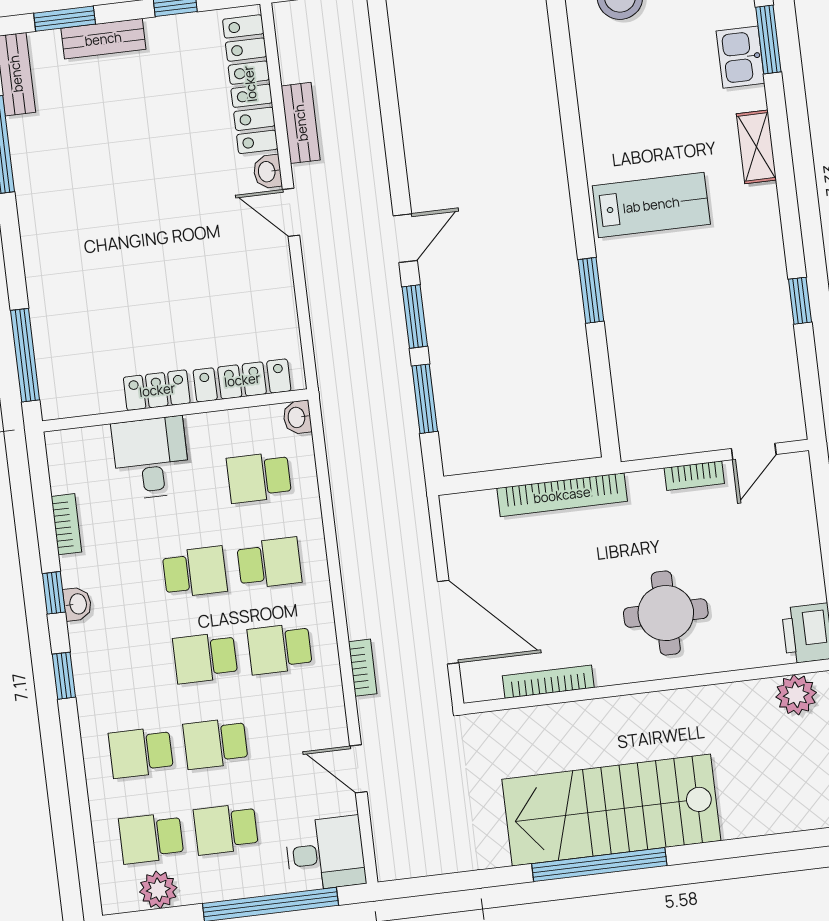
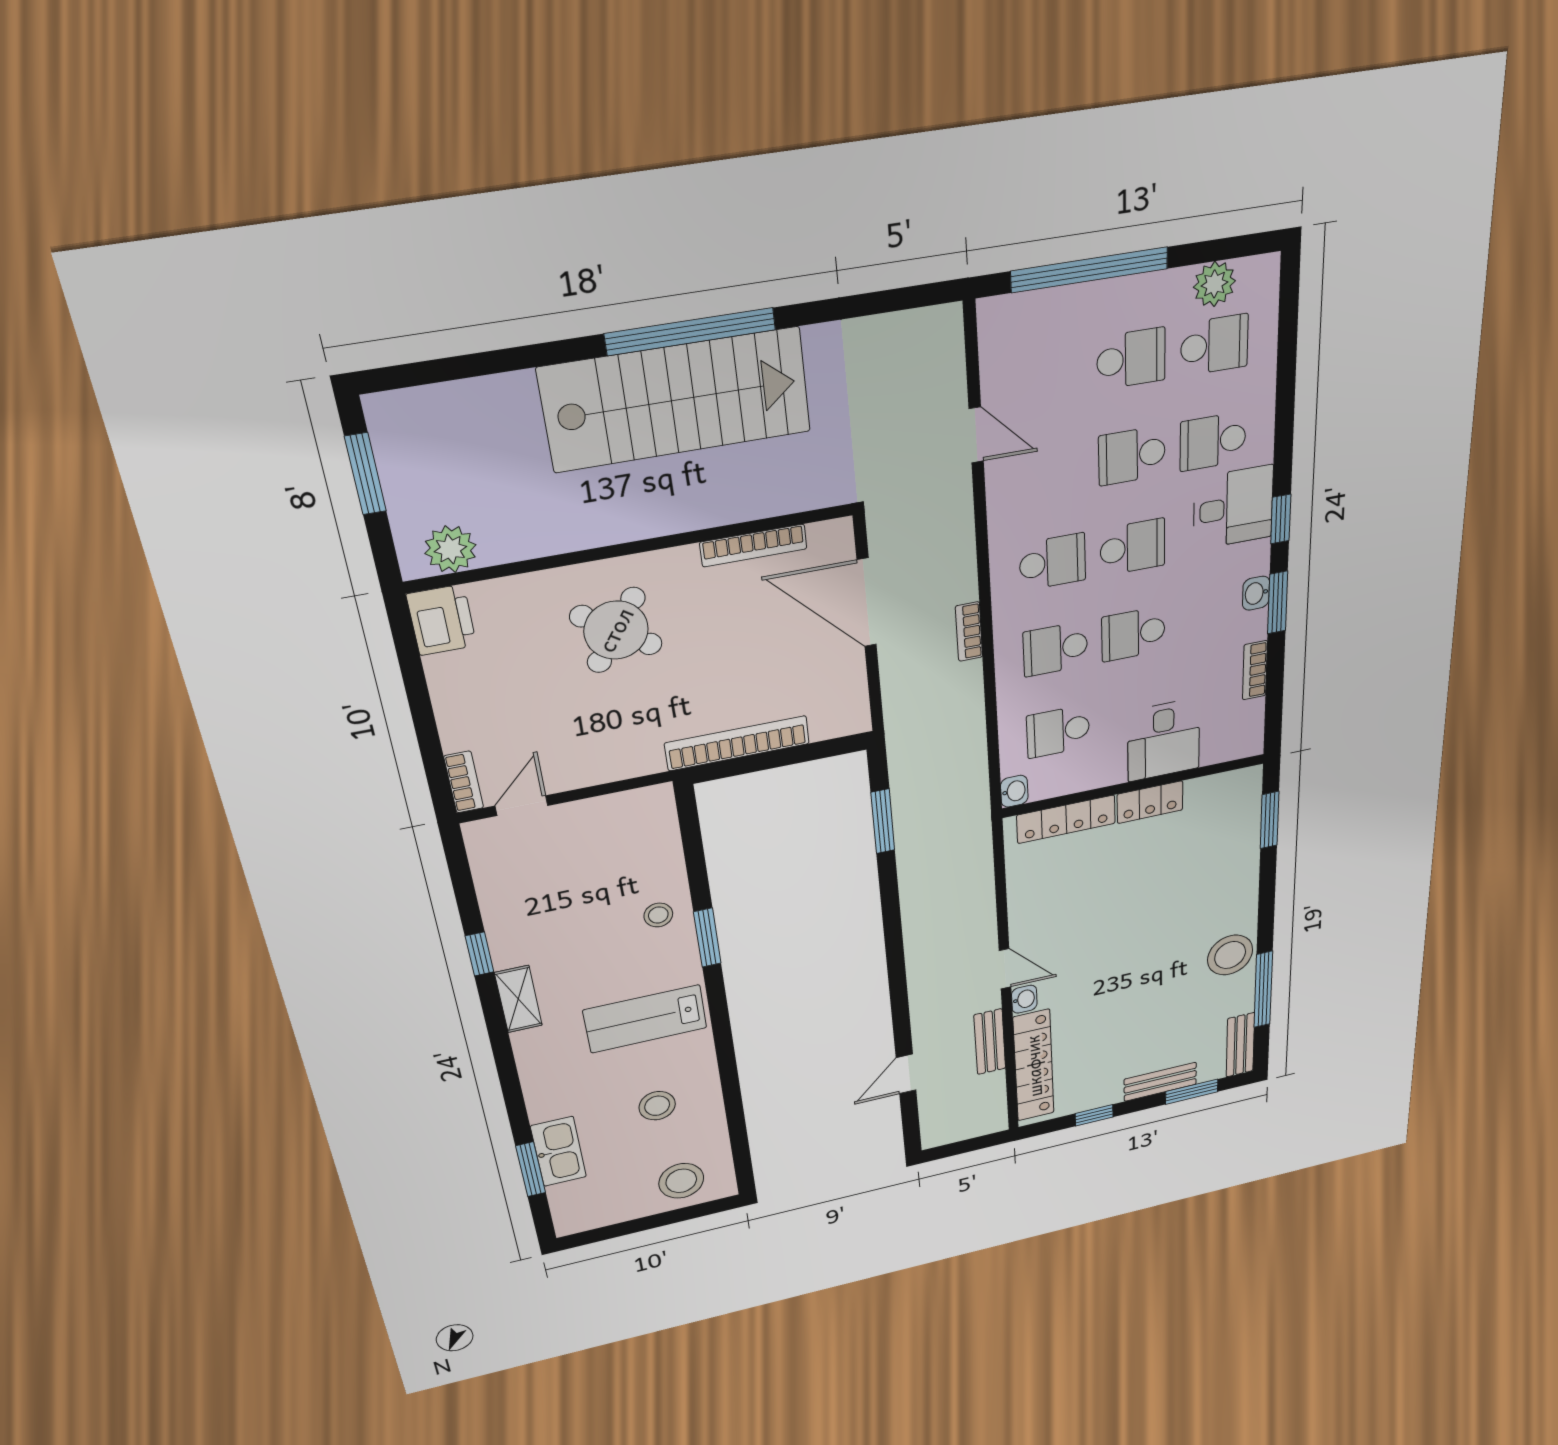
kitchen sink: (740, 57) -> (559, 1151), width x1.38
stool: (642, 98) -> (657, 1106), added
shelving: (756, 147) -> (518, 999), moved
stool: (45, 195) -> (1230, 955), added
door: (405, 238) -> (906, 1074), moved
window: (415, 317) -> (890, 894), removed
stool: (636, 322) -> (658, 915), added
window: (25, 355) -> (1270, 820), width x0.69
bookcase: (694, 476) -> (464, 782), moved, turned 90
school desk: (259, 477) -> (1058, 731), turned 180
window: (54, 593) -> (1278, 603), width x1.50
round table: (666, 613) -> (616, 630), turned 35
bookcase: (363, 668) -> (969, 632), moved
school desk: (215, 743) -> (1132, 456), turned 180
school desk: (141, 752) -> (1213, 441), turned 180
desk: (325, 854) -> (1233, 507), moved, turned 180

